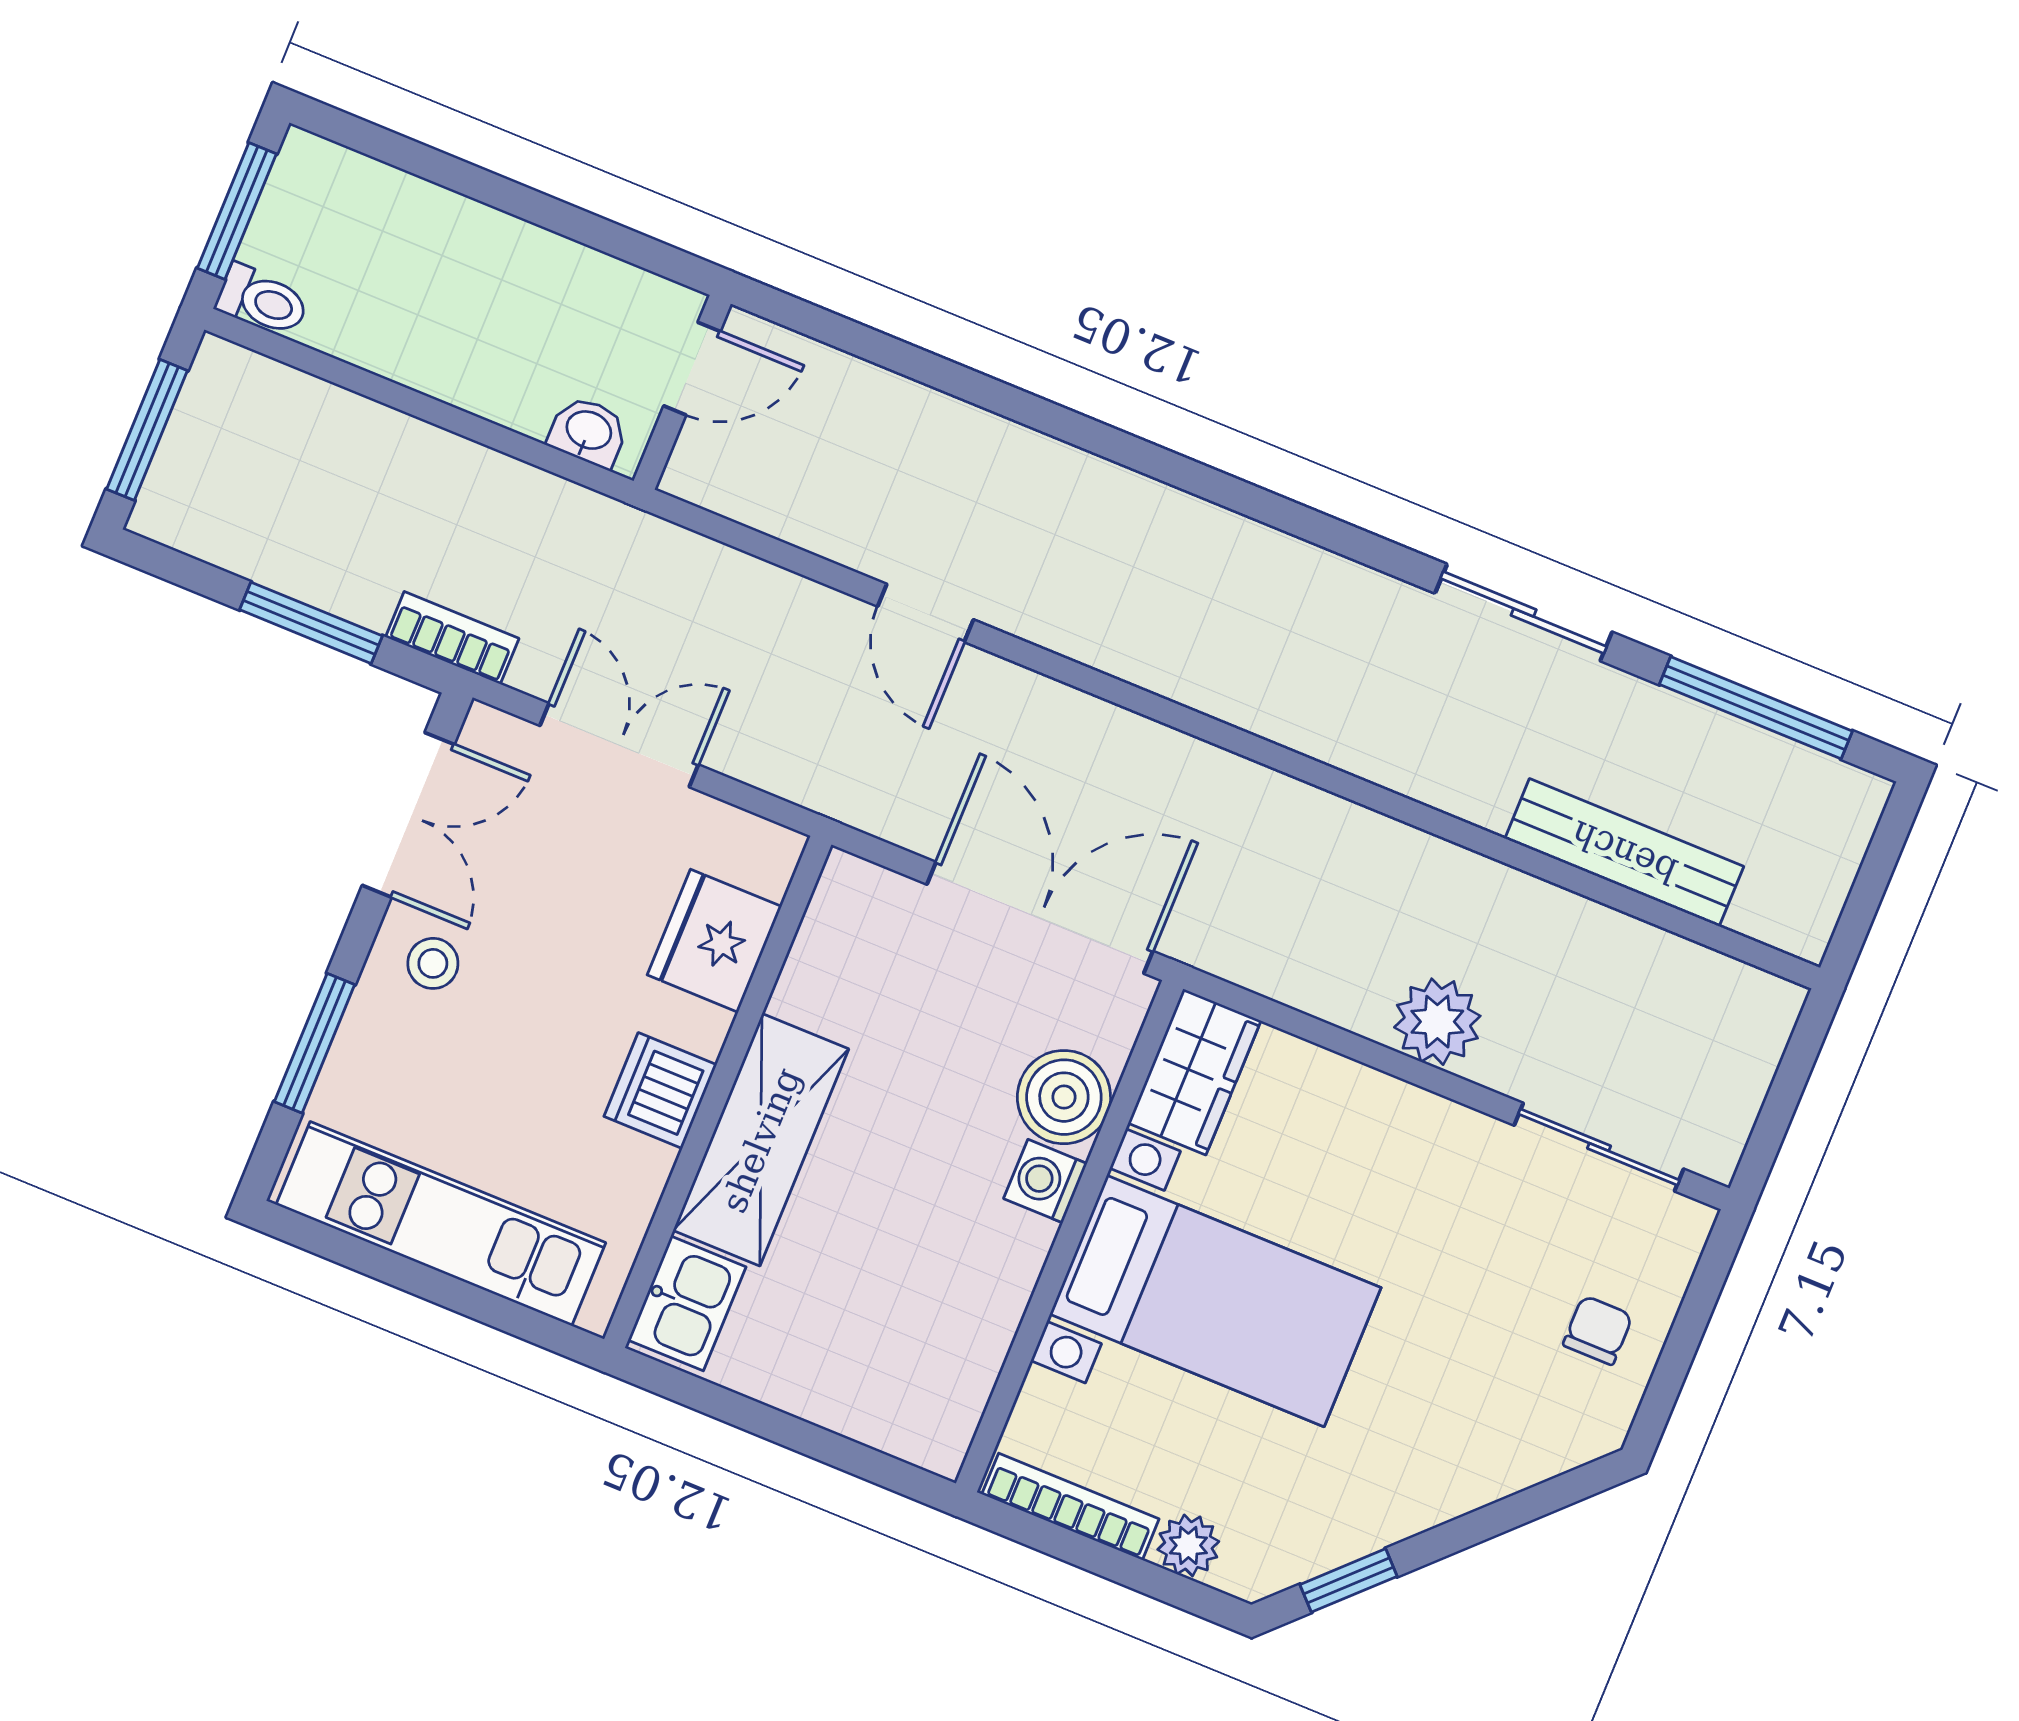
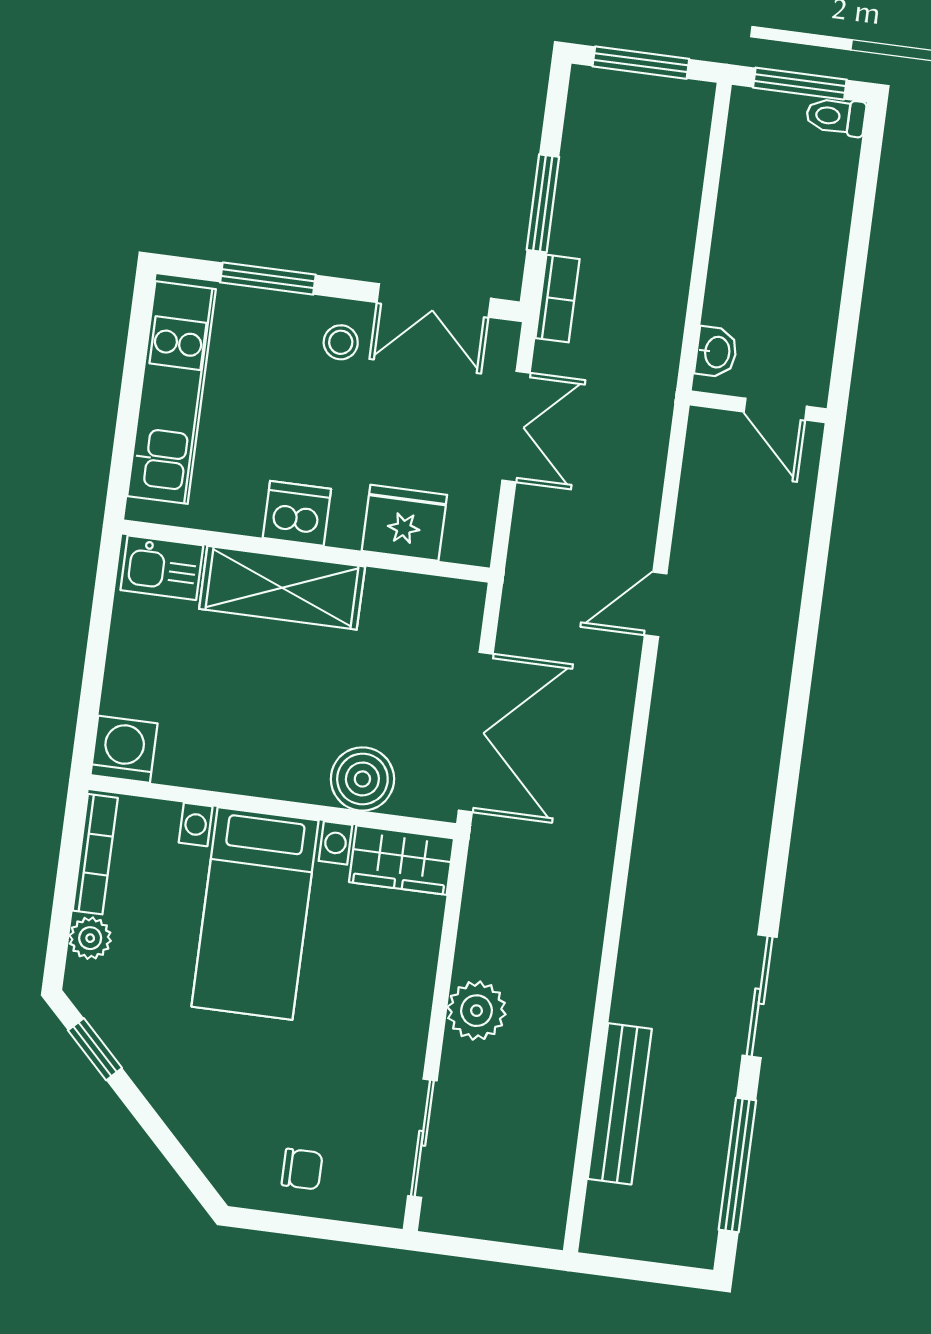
toilet: (262, 301) -> (836, 116), moved, turned 90
washing machine: (1045, 1181) -> (124, 749), moved, width x1.38, depth x1.38

